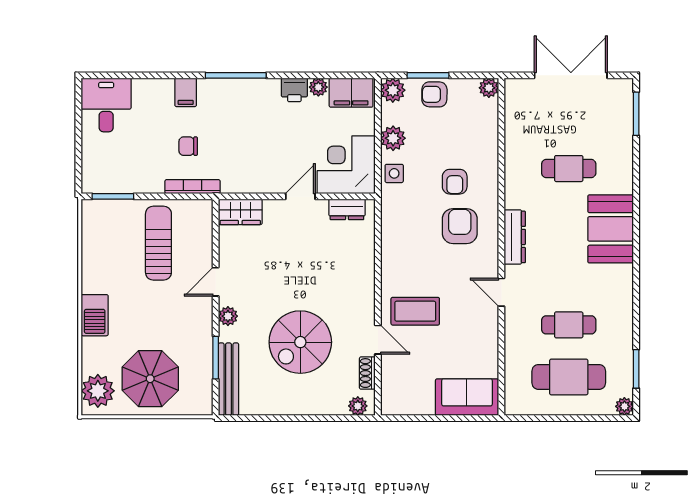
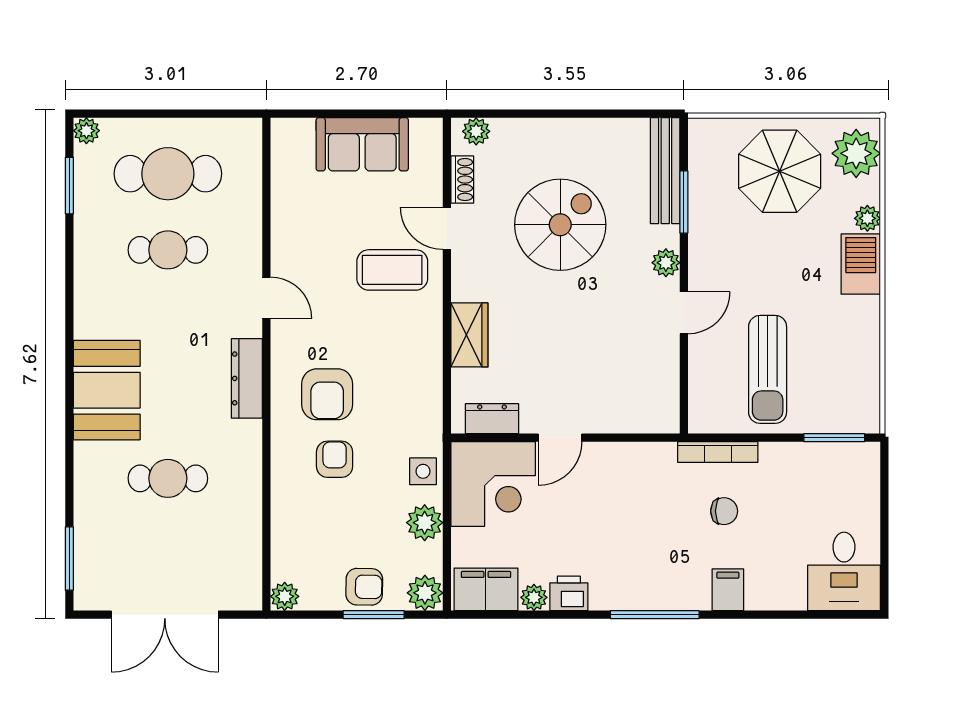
wardrobe: (240, 212) -> (469, 335), moved, turned 90
plant: (90, 347) -> (867, 218), added
sofa: (467, 397) -> (362, 144), moved

